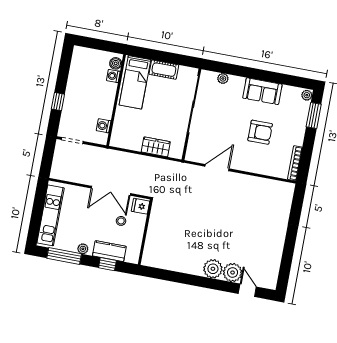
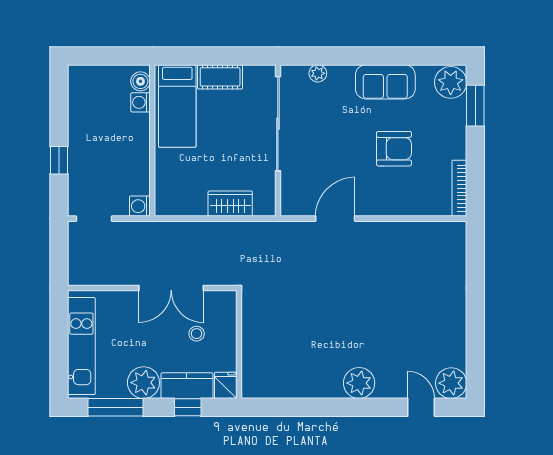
plant: (307, 95) -> (451, 82), width x1.87, depth x1.87
washing machine: (104, 126) -> (140, 206), moved
fridge: (140, 206) -> (226, 385), moved, turned 90
plant: (83, 249) -> (143, 383), width x1.88, depth x1.88
plant: (233, 273) -> (451, 383), moved

